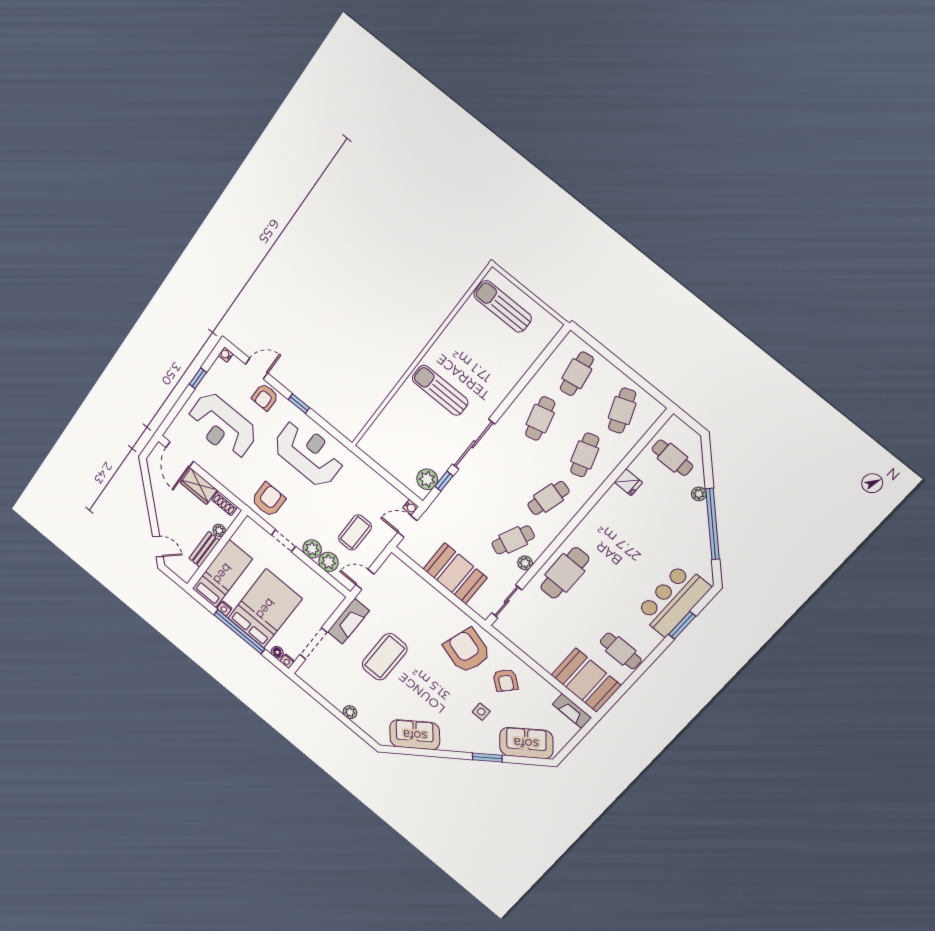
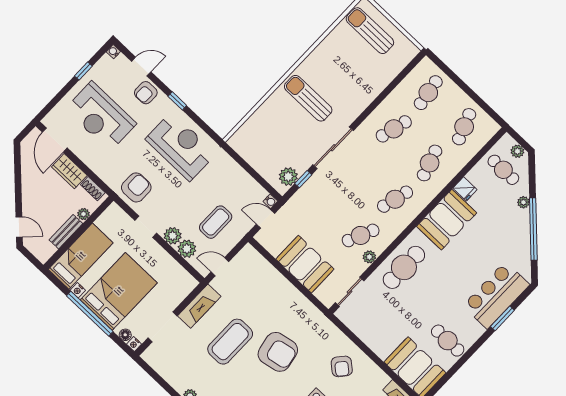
cafe table: (540, 419) -> (394, 129), turned 30
plant: (688, 435) -> (517, 151), added
booth: (609, 518) -> (447, 220), added
armchair: (467, 651) -> (278, 352), moved, turned 152

